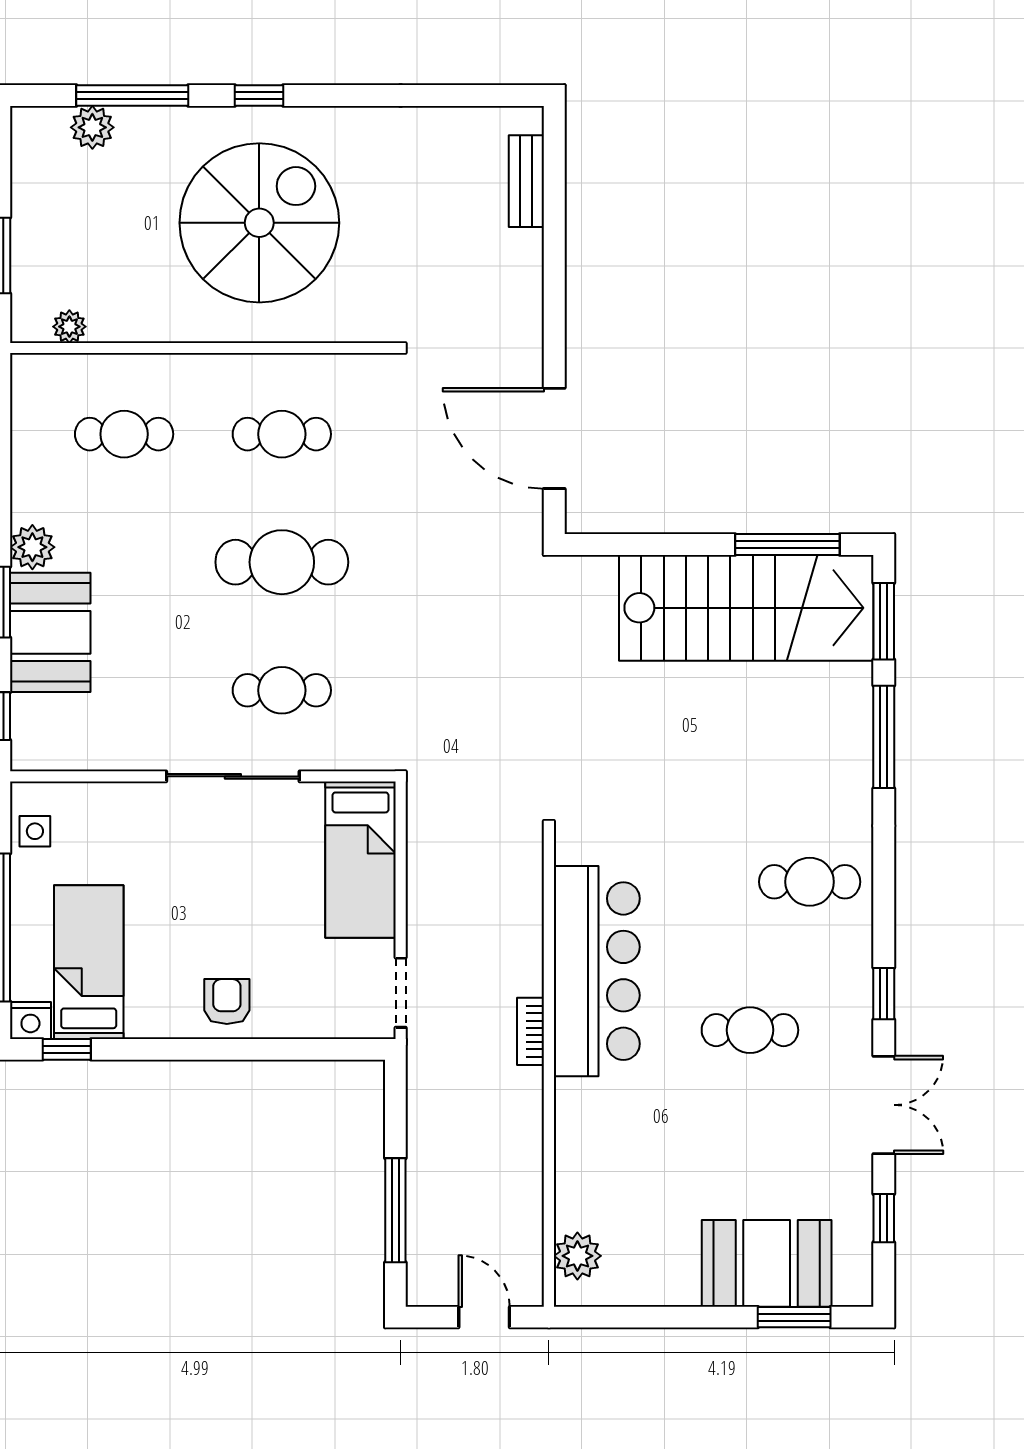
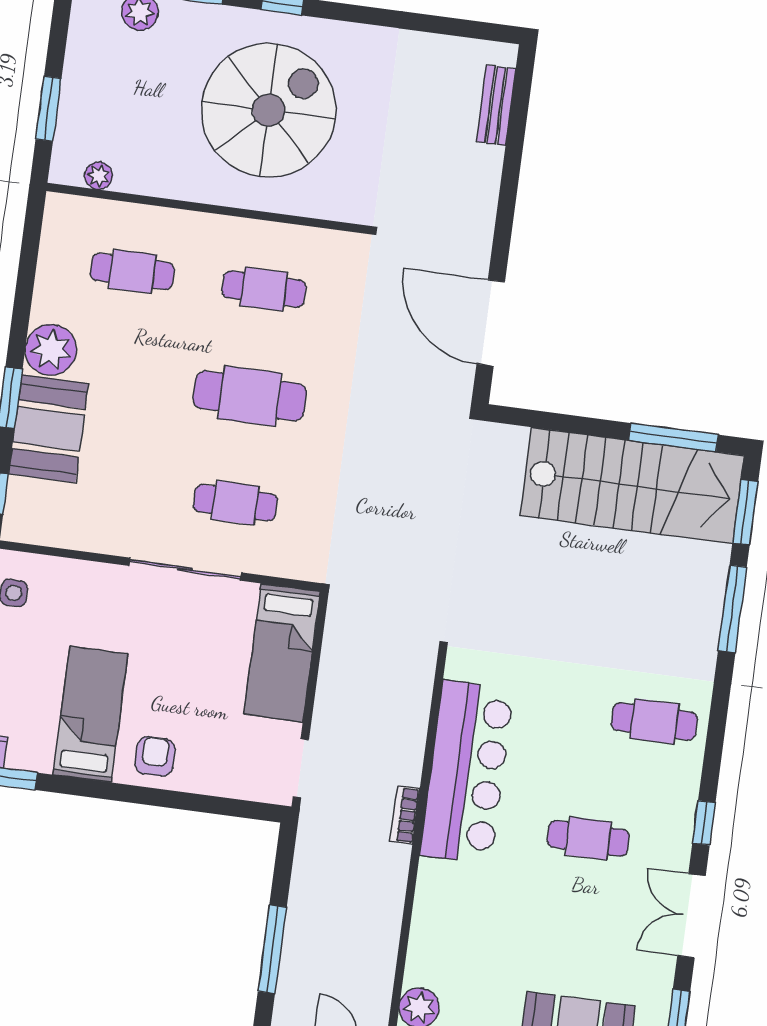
plant: (32, 547) -> (51, 350), width x1.36, depth x1.36
bed: (89, 962) -> (90, 714), moved
double door: (884, 1105) -> (691, 916), swing flipped

